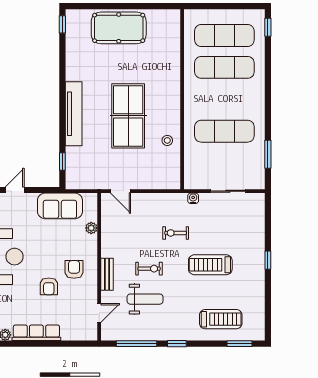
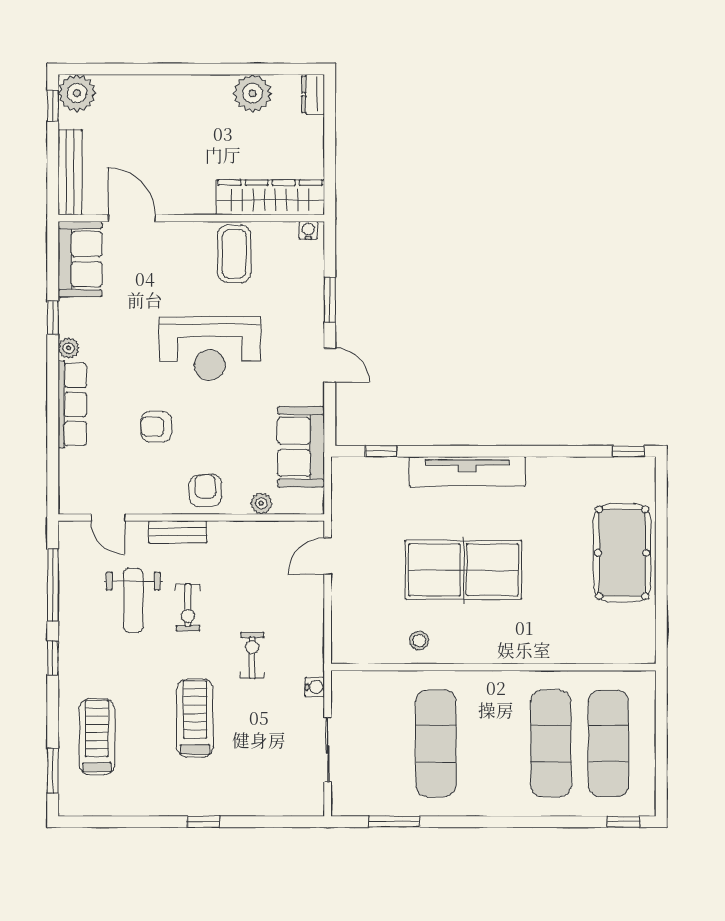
armchair: (74, 269) -> (205, 491), moved, turned -92
treadmill: (221, 319) -> (97, 737), turned 180

